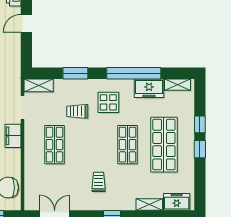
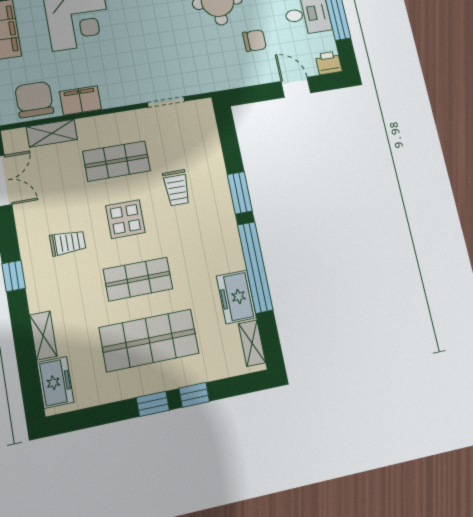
window: (75, 73) -> (240, 193), moved
shelving: (39, 85) -> (52, 133), moved, turned 90
display table: (108, 102) -> (125, 219), moved
trolley: (77, 111) -> (177, 188), turned 180
filing cabinet: (13, 136) -> (80, 100), moved

